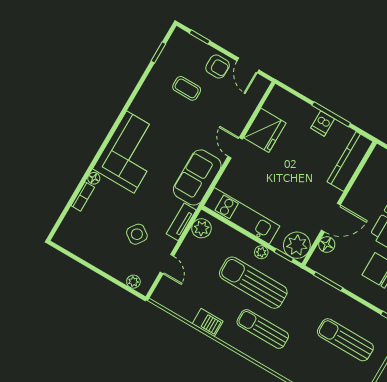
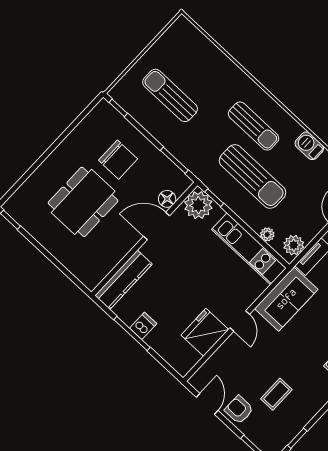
coffee table: (187, 88) -> (276, 394), turned 90
plant: (261, 252) -> (267, 234), moved
sun lounger: (345, 340) -> (170, 95), turned 180

